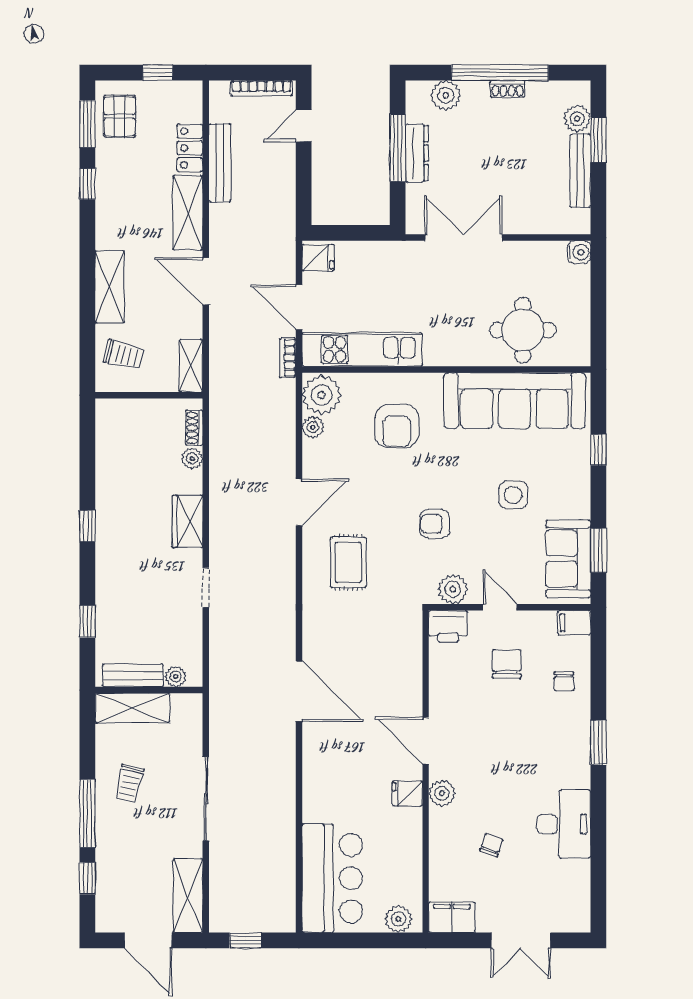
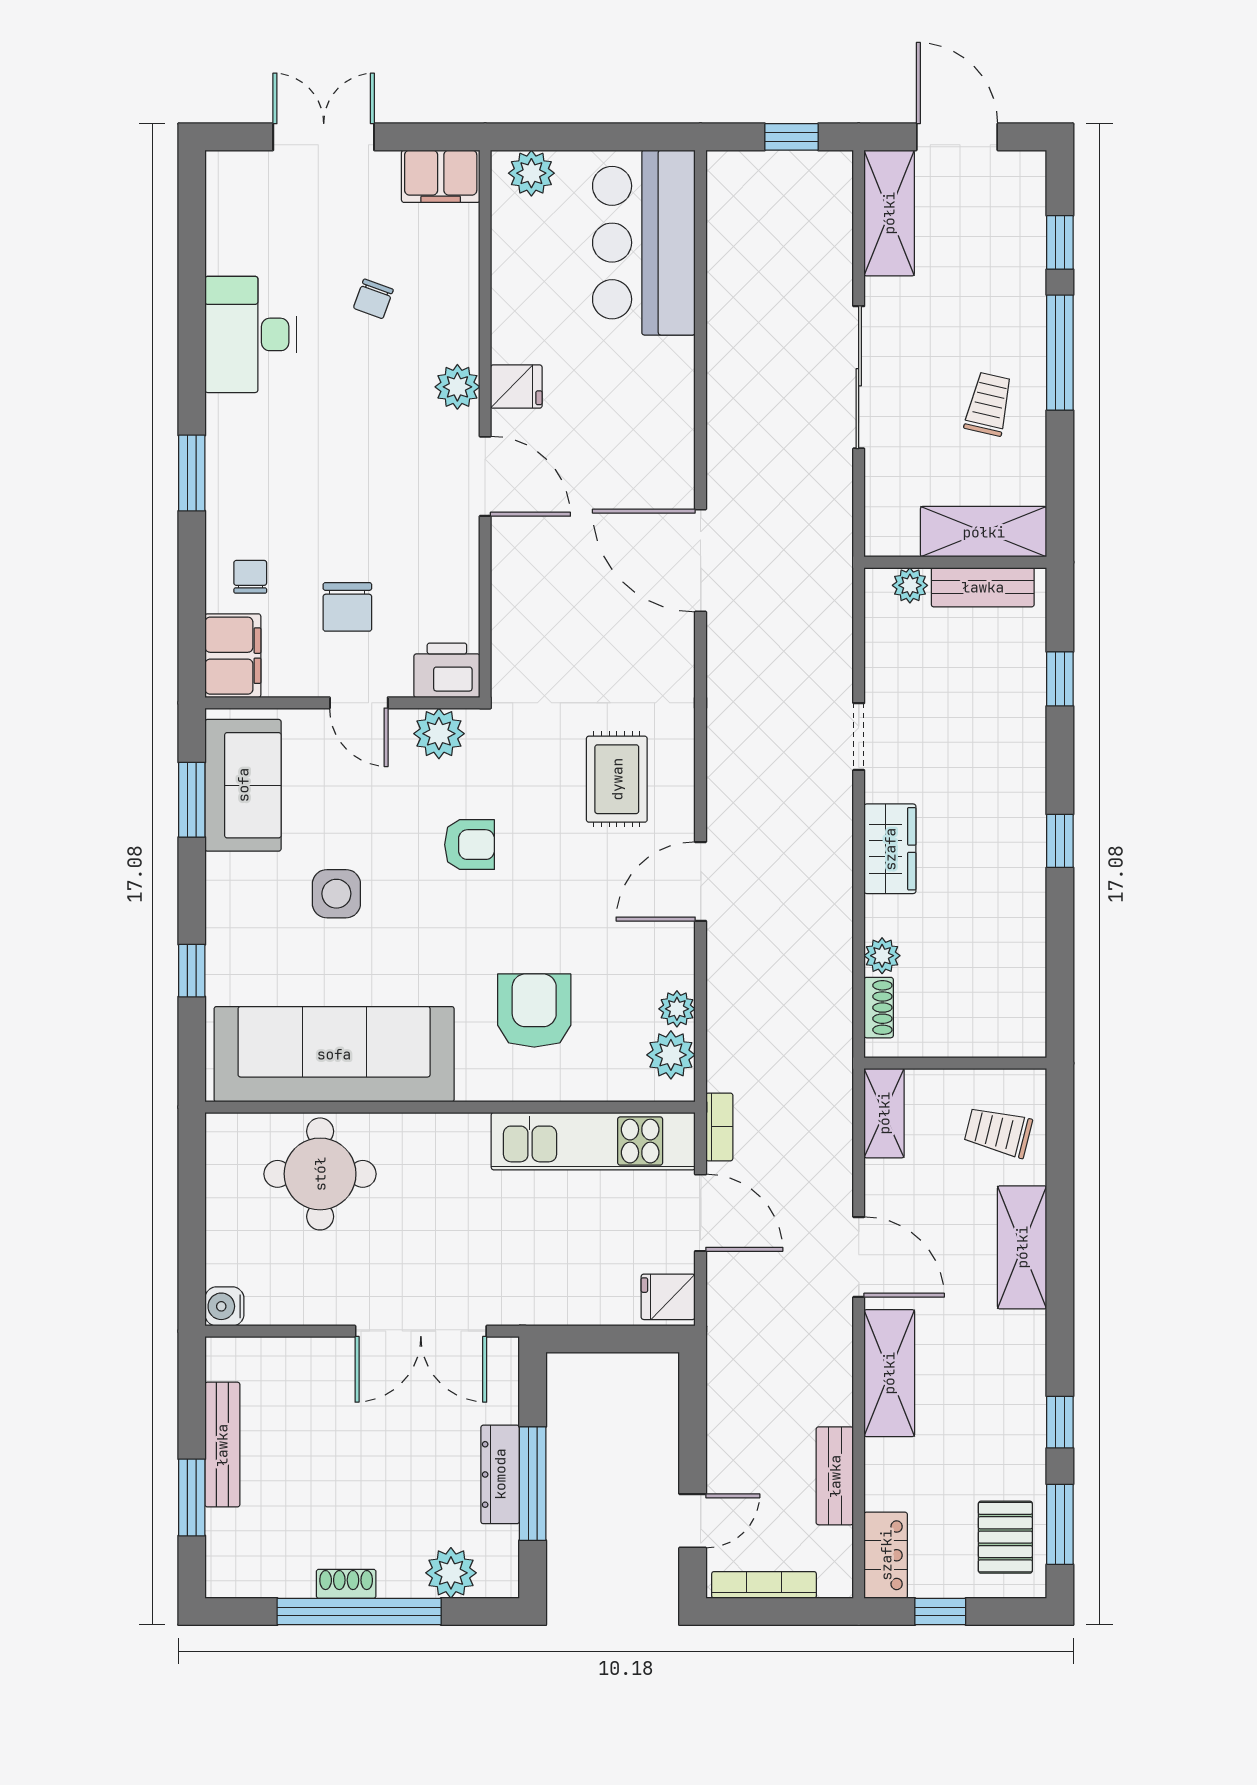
plant: (577, 119) -> (228, 1533), removed
locker: (190, 148) -> (886, 1555), moved
bench: (220, 163) -> (835, 1476), width x0.73
plant: (322, 395) -> (671, 1055), width x0.73, depth x0.73
filing cabinet: (574, 623) -> (233, 656), width x2.00

